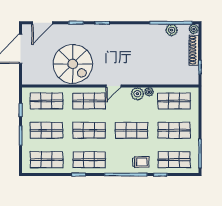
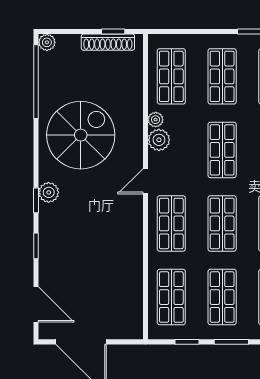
plant: (172, 30) -> (49, 192), moved
shoe rack: (194, 50) -> (108, 42), moved
spiral stairs: (73, 64) -> (81, 135), moved
door: (113, 86) -> (146, 181), swing flipped

